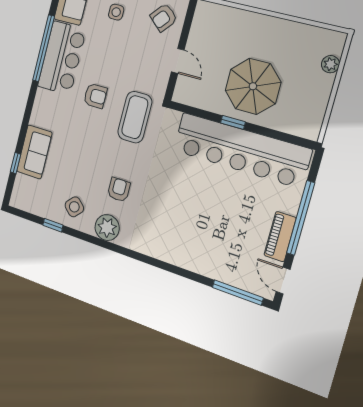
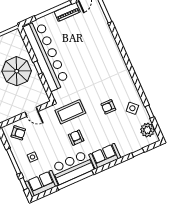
door: (178, 61) -> (31, 112), swing flipped
sofa: (34, 152) -> (105, 156), moved
armchair: (119, 190) -> (108, 107), moved
plant: (107, 228) -> (147, 130), moved

